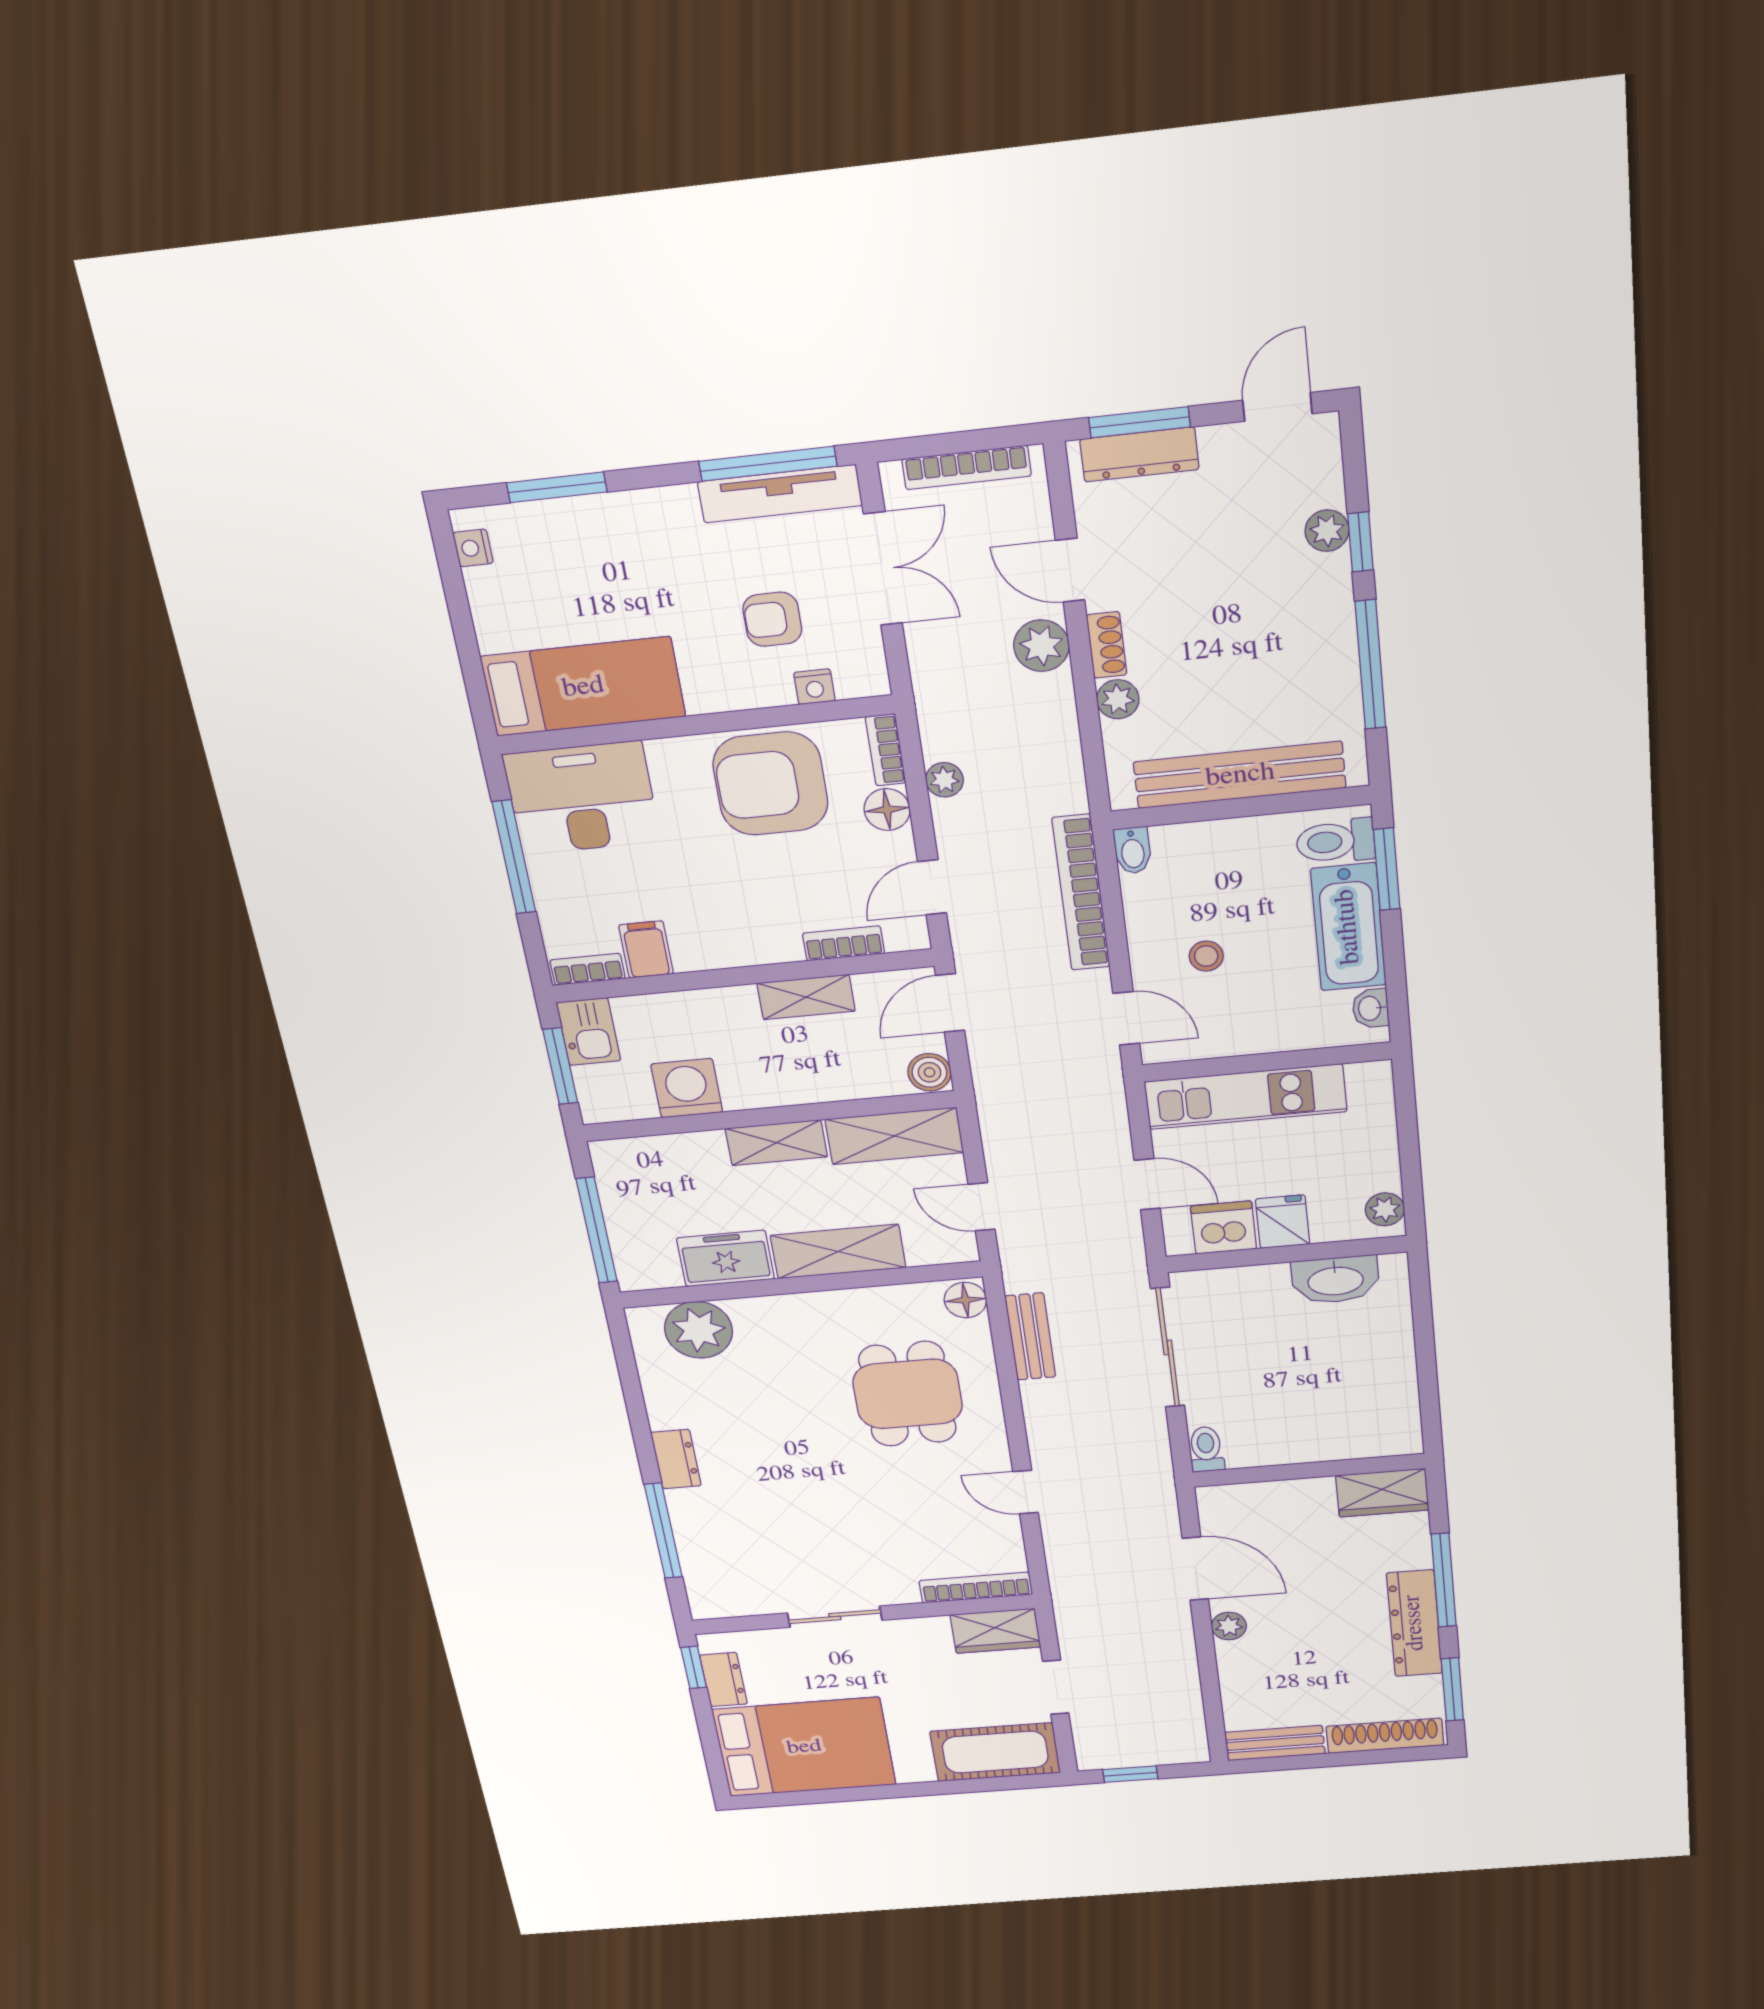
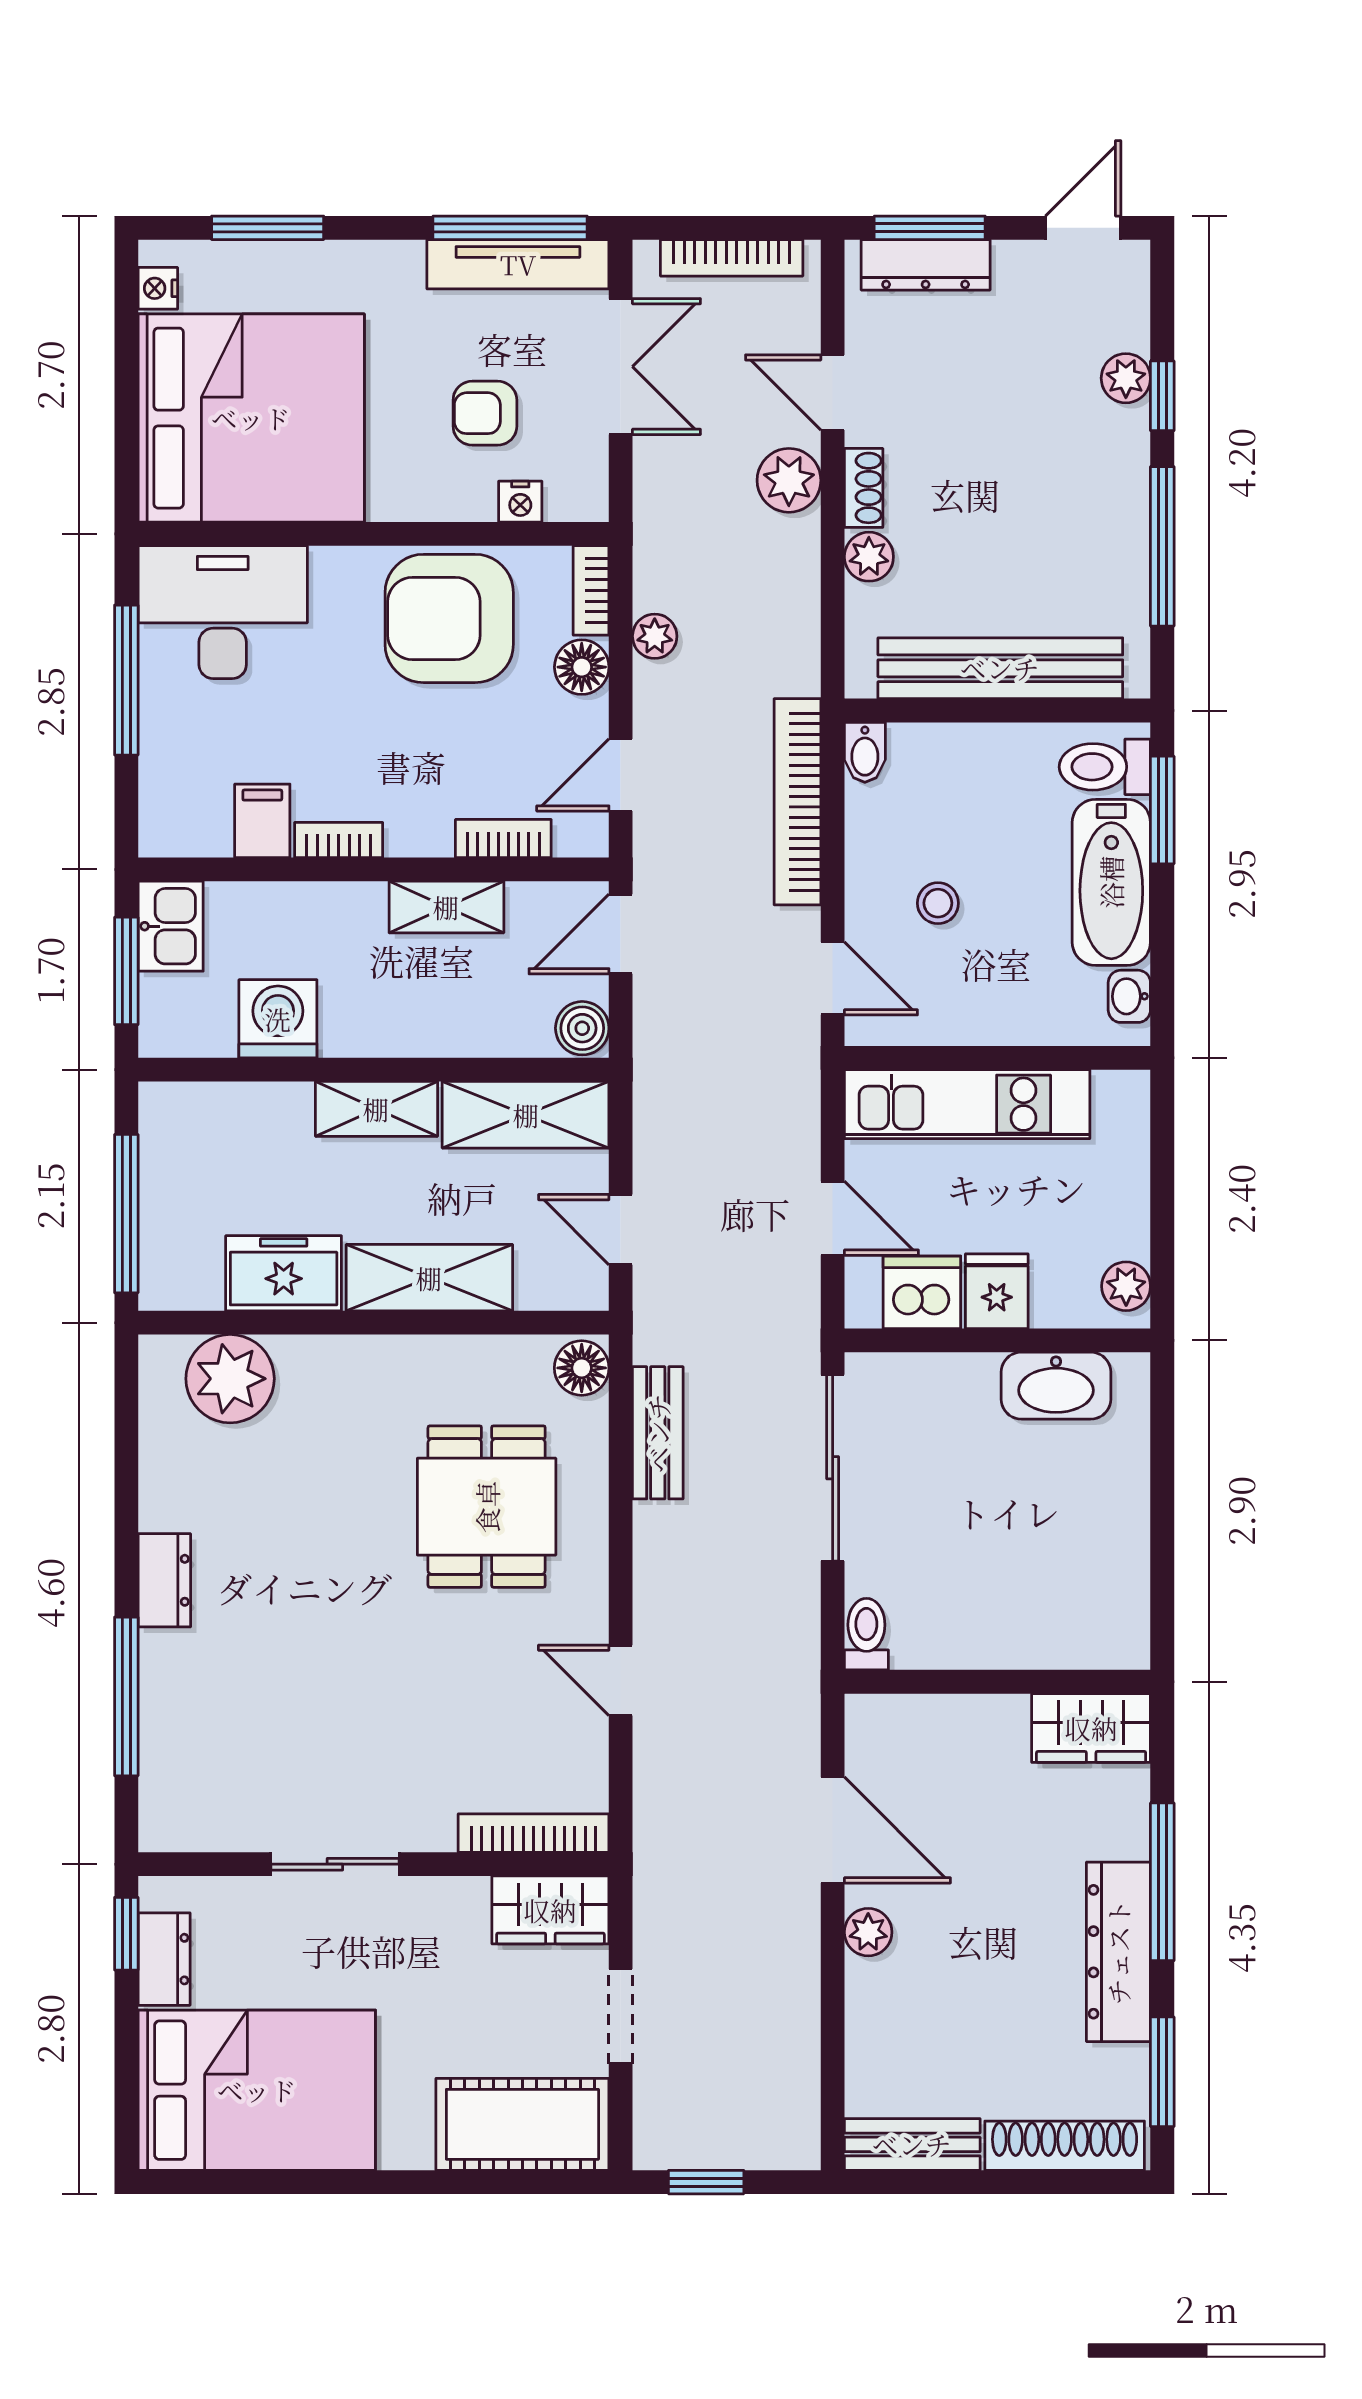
bed: (583, 687) -> (251, 418), width x2.04
bookcase: (588, 969) -> (339, 840), moved

